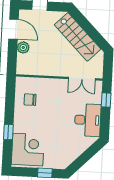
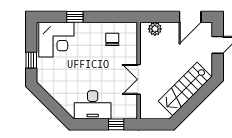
plant: (23, 47) -> (155, 29), moved
double door: (82, 79) -> (139, 79), moved

